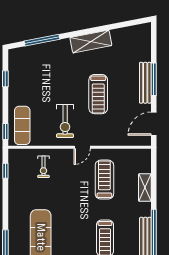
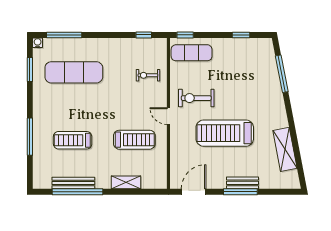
shelving: (91, 42) -> (285, 149), moved
bench: (145, 83) -> (243, 183), width x0.73
treadmill: (98, 94) -> (225, 133), width x1.37, depth x1.38
door: (154, 124) -> (194, 192), hinge flipped

